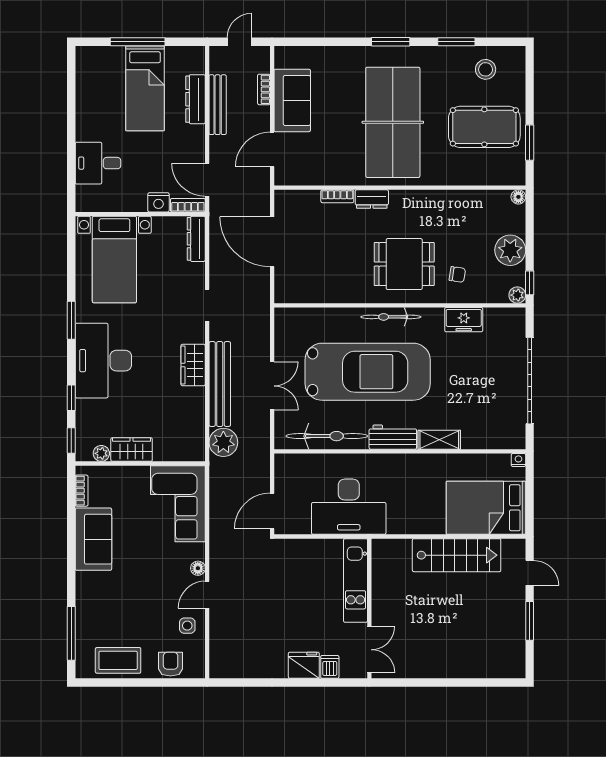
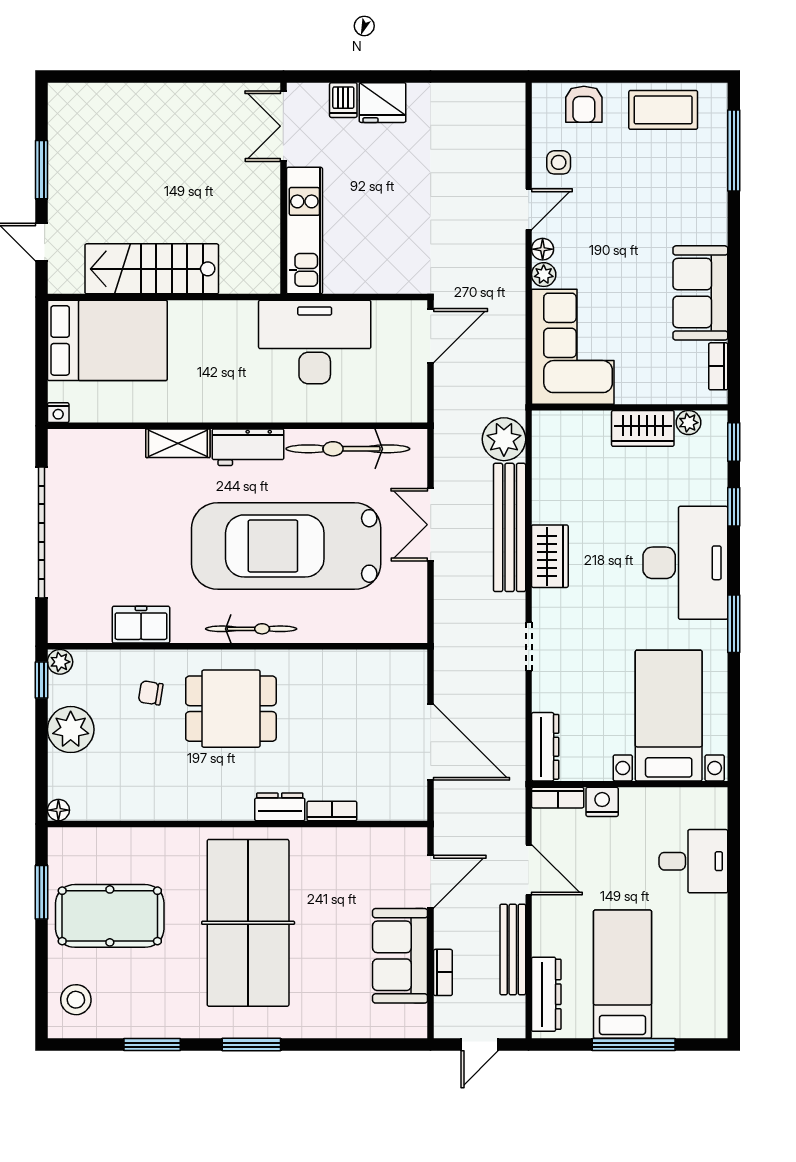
stool: (486, 69) -> (76, 1000), moved
dresser: (195, 99) -> (546, 994), moved
door: (207, 180) -> (529, 870), moved
plant: (197, 551) -> (544, 275), added

